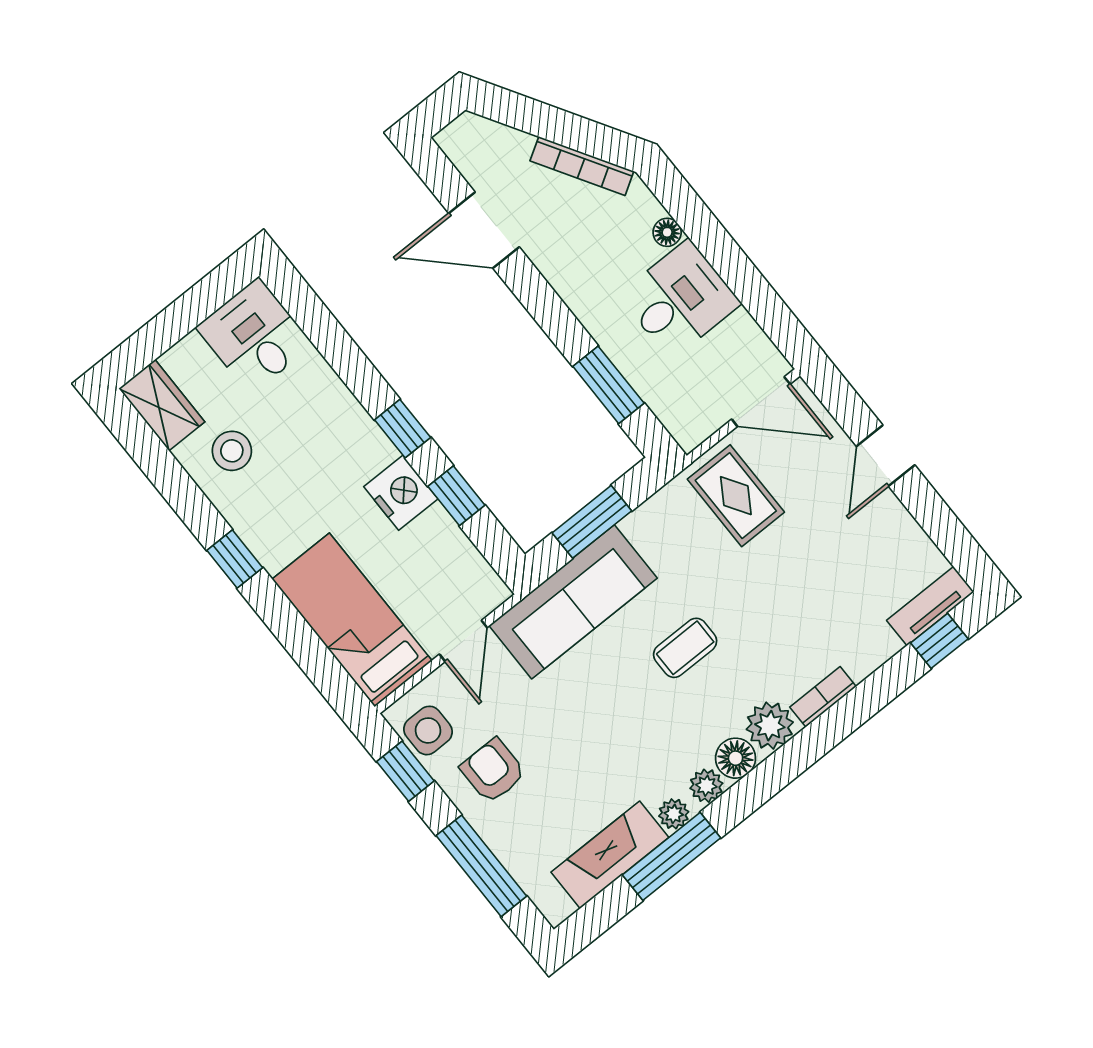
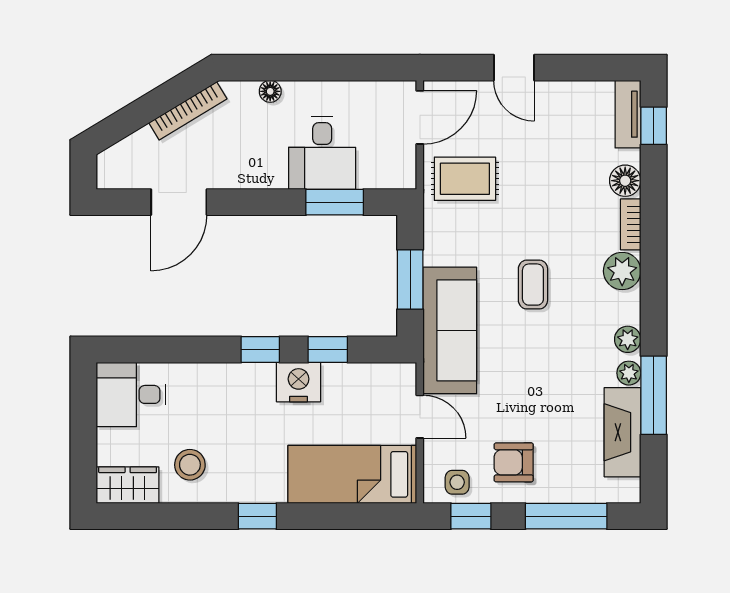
desk: (680, 299) -> (322, 153), moved, turned 180
side table: (428, 730) -> (457, 482), width x0.73, depth x0.73
floor lamp: (736, 758) -> (625, 181), moved

